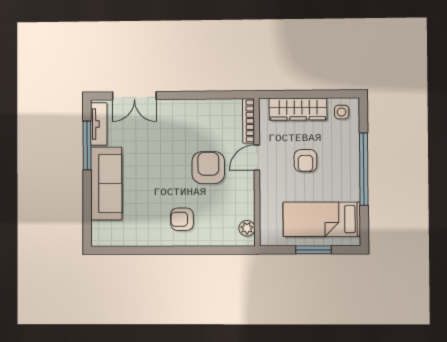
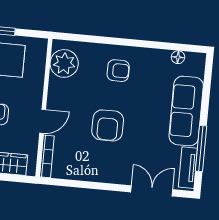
armchair: (208, 168) -> (108, 125), moved
plant: (247, 228) -> (64, 63), width x1.87, depth x1.87
floor lamp: (120, 239) -> (178, 57), added

